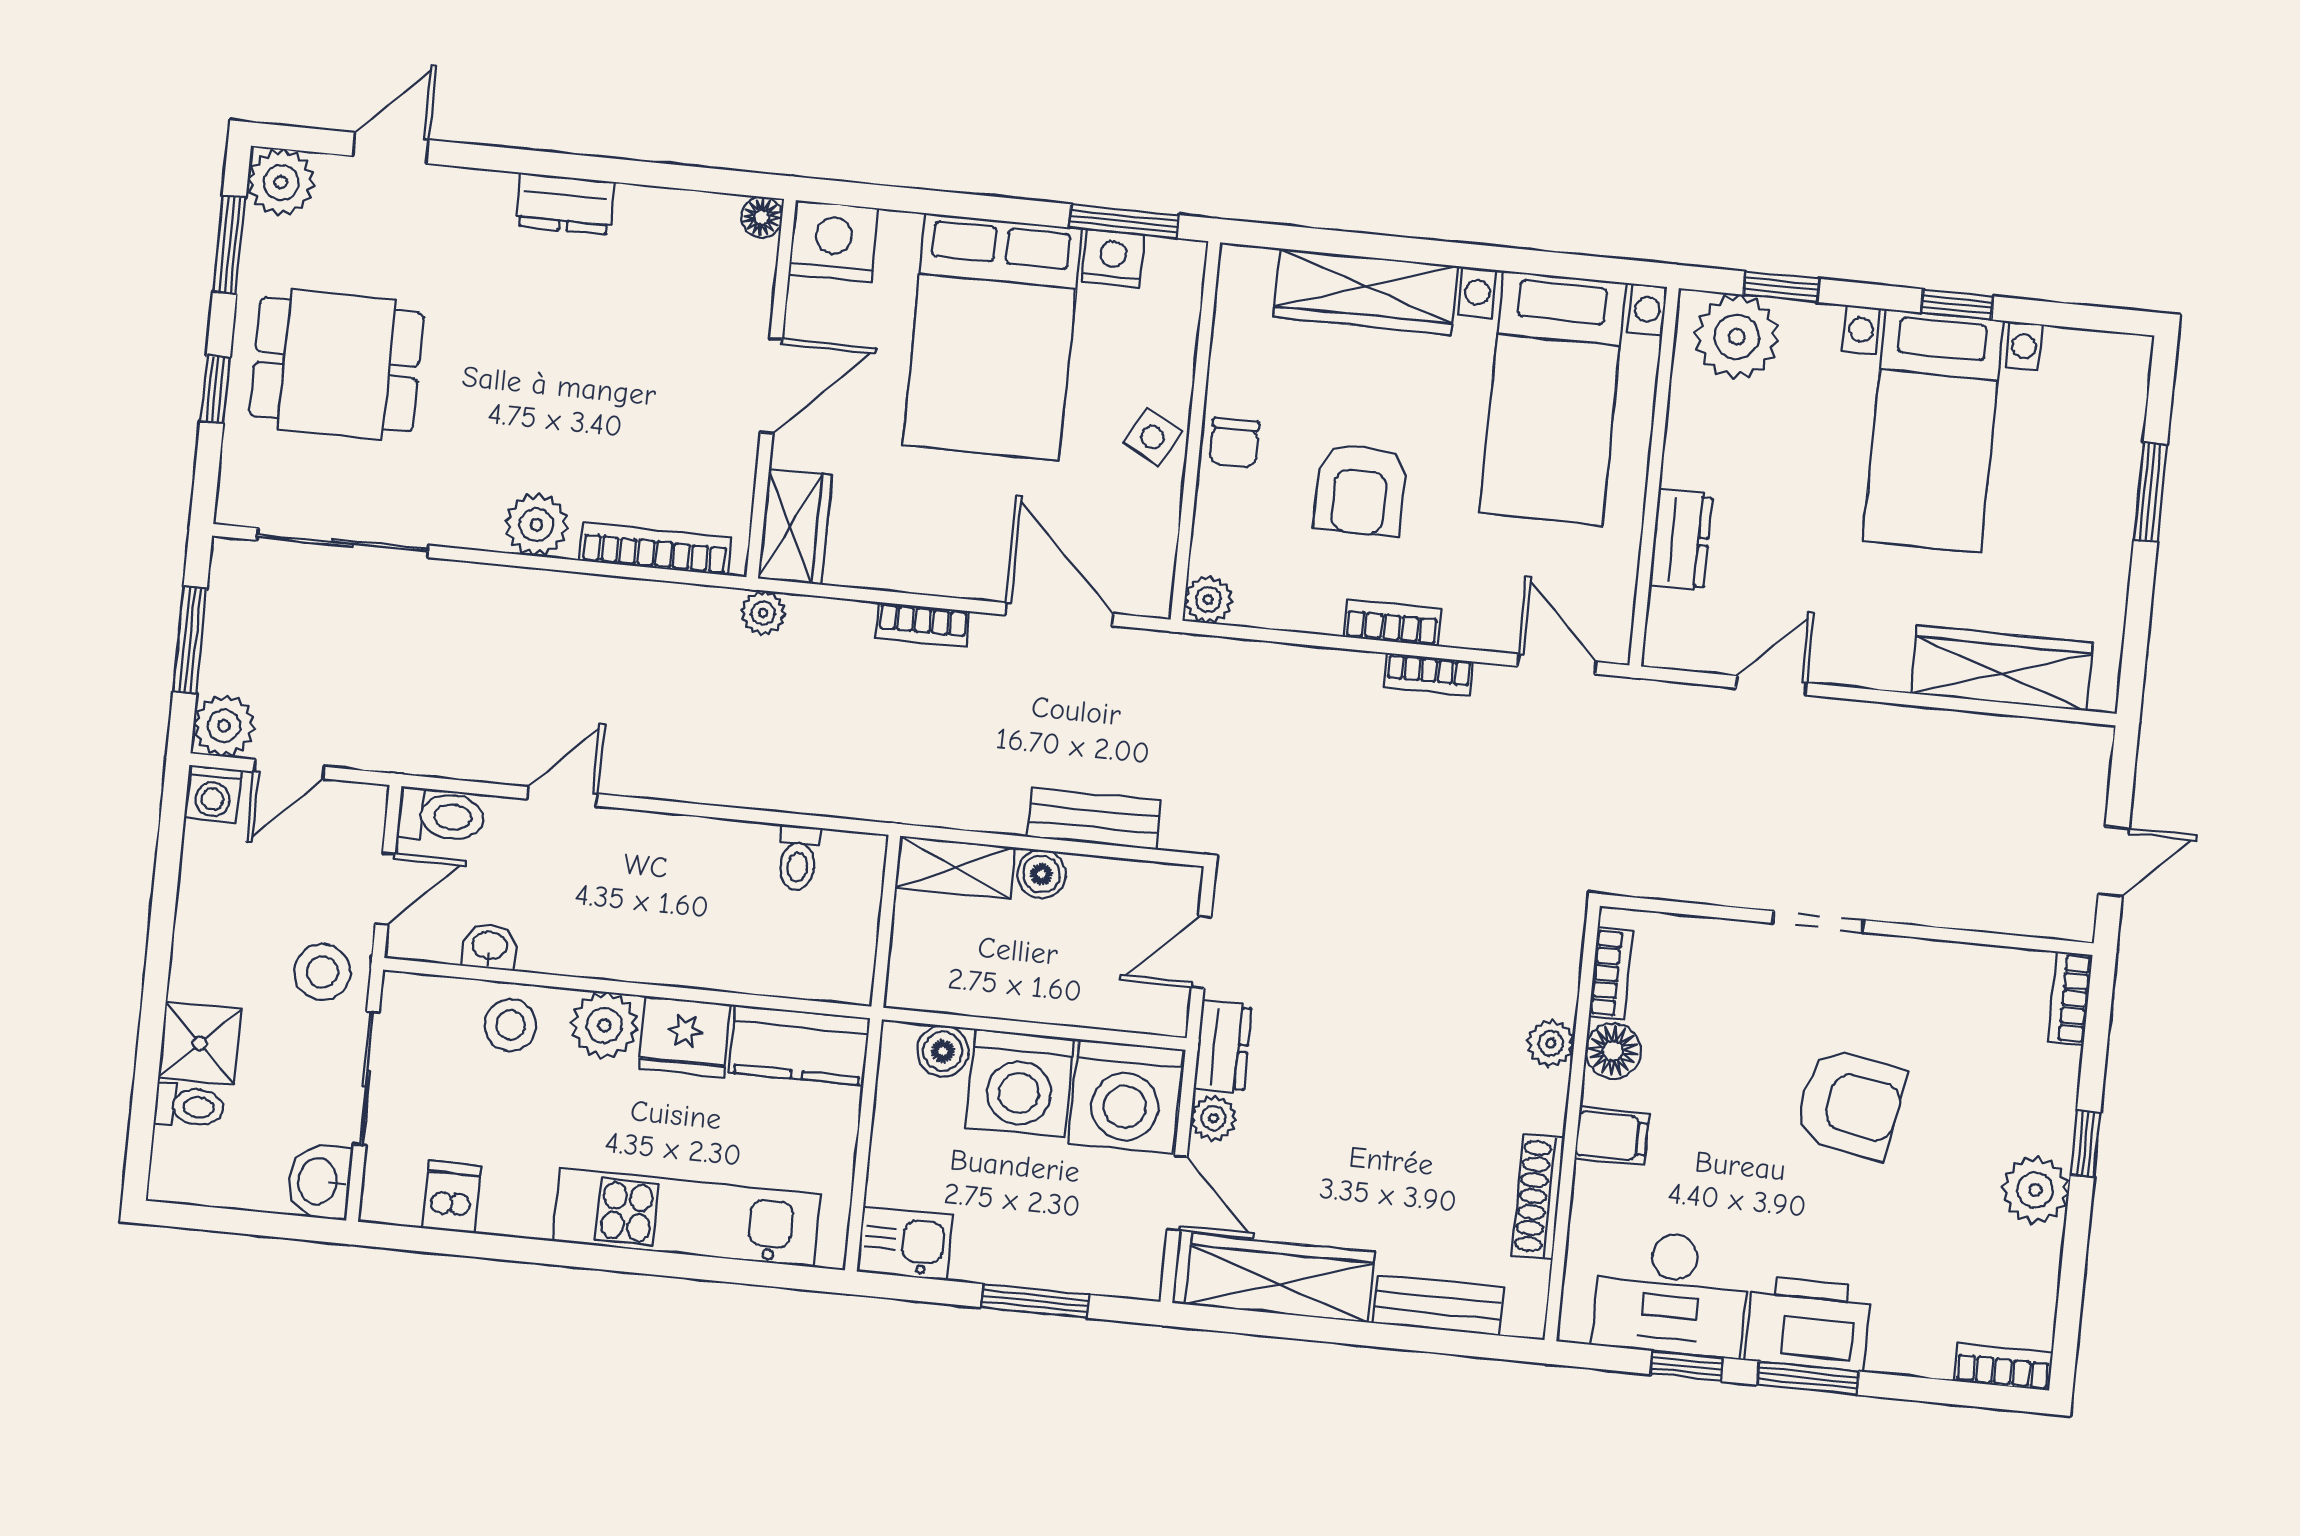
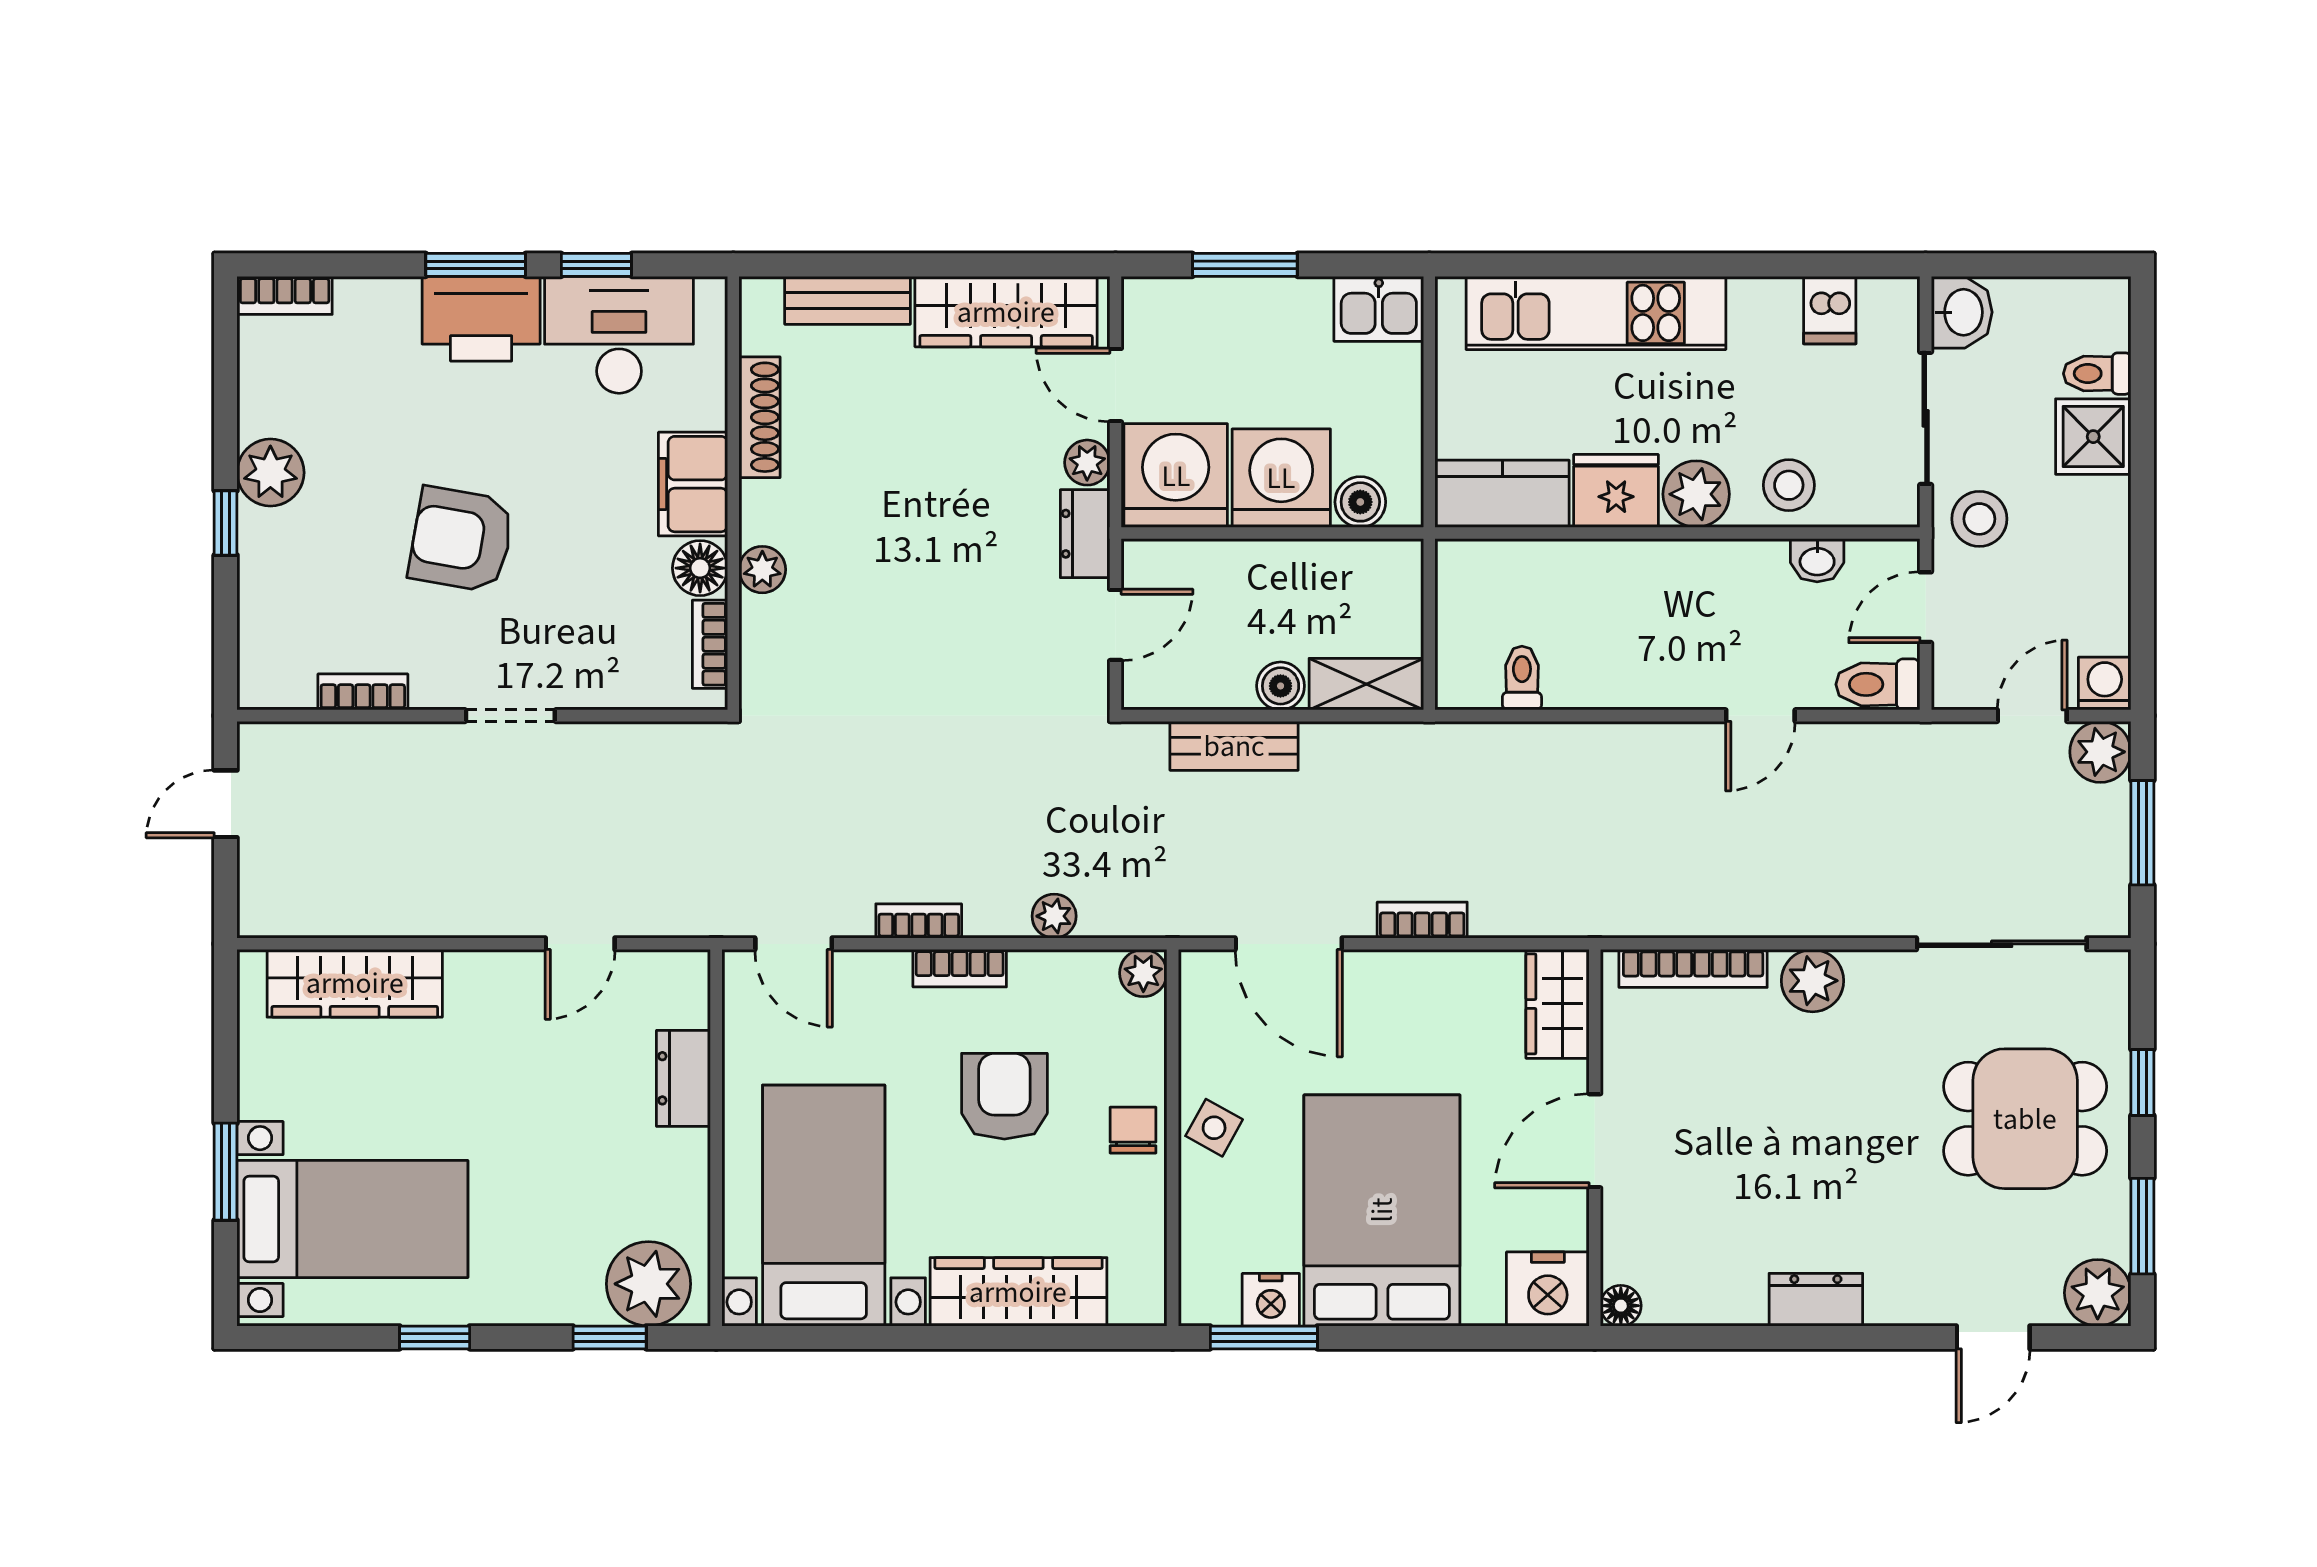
bed with nightstands: (1933, 431) -> (352, 1219), moved, turned 90
plant: (763, 613) -> (1054, 916), moved
bookcase: (2070, 998) -> (363, 692), moved, turned -90
filing cabinet: (1612, 1136) -> (693, 484), width x2.00

